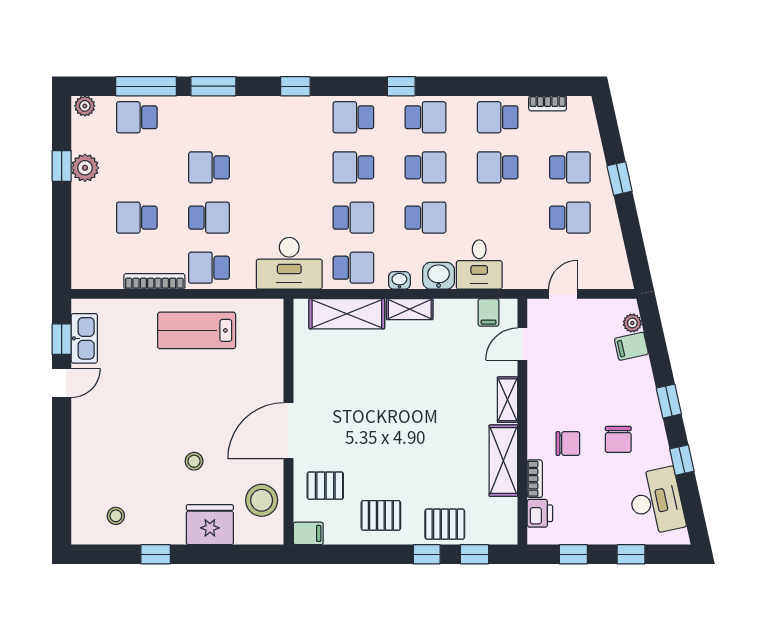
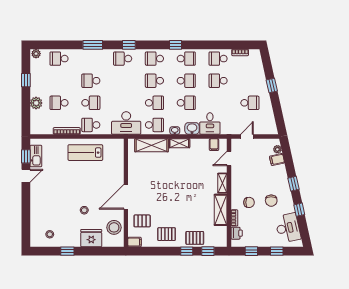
window: (146, 86) -> (63, 45), removed
school desk: (570, 167) -> (123, 59), moved, turned 180
plant: (85, 168) -> (36, 103), moved

